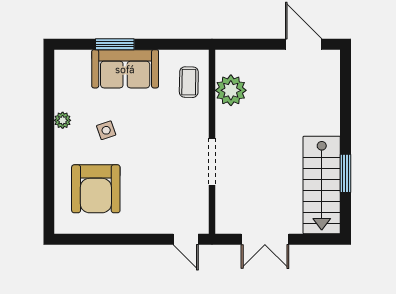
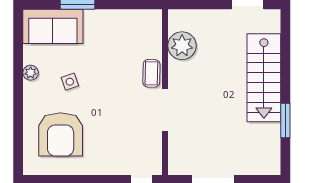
sofa: (125, 69) -> (53, 26), moved
coffee table: (189, 82) -> (151, 73), moved
stairs: (322, 185) -> (264, 78), moved

